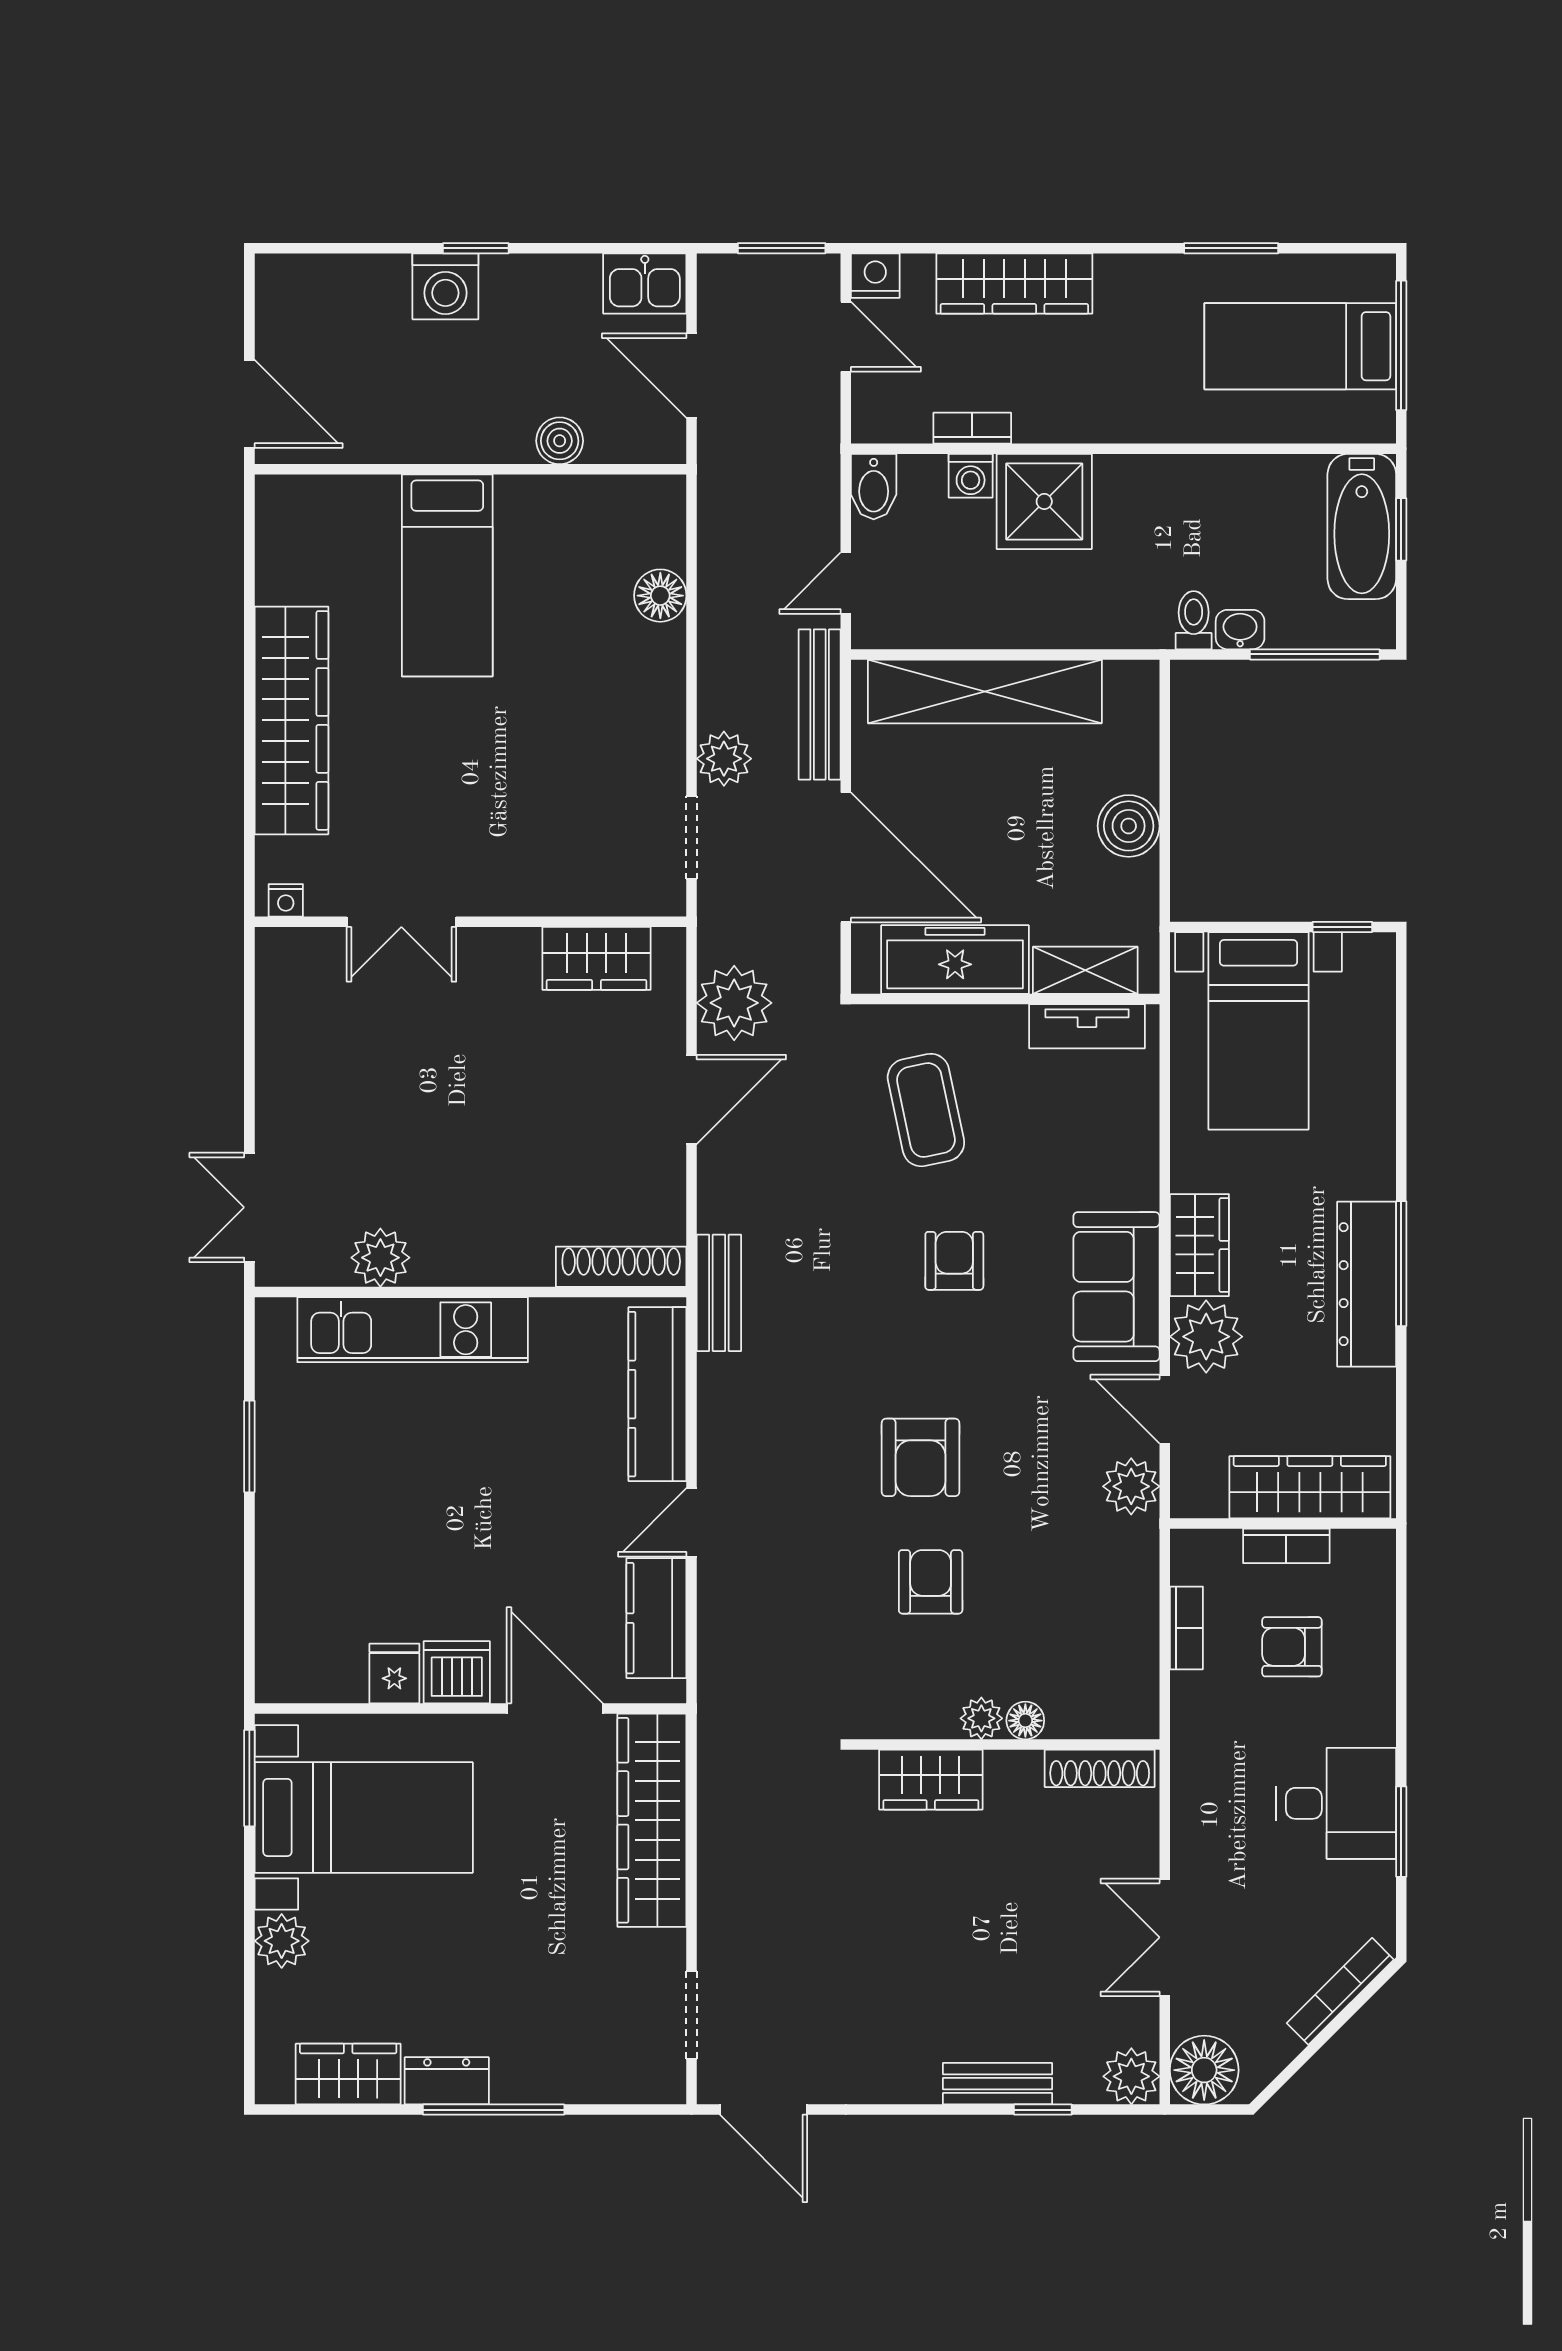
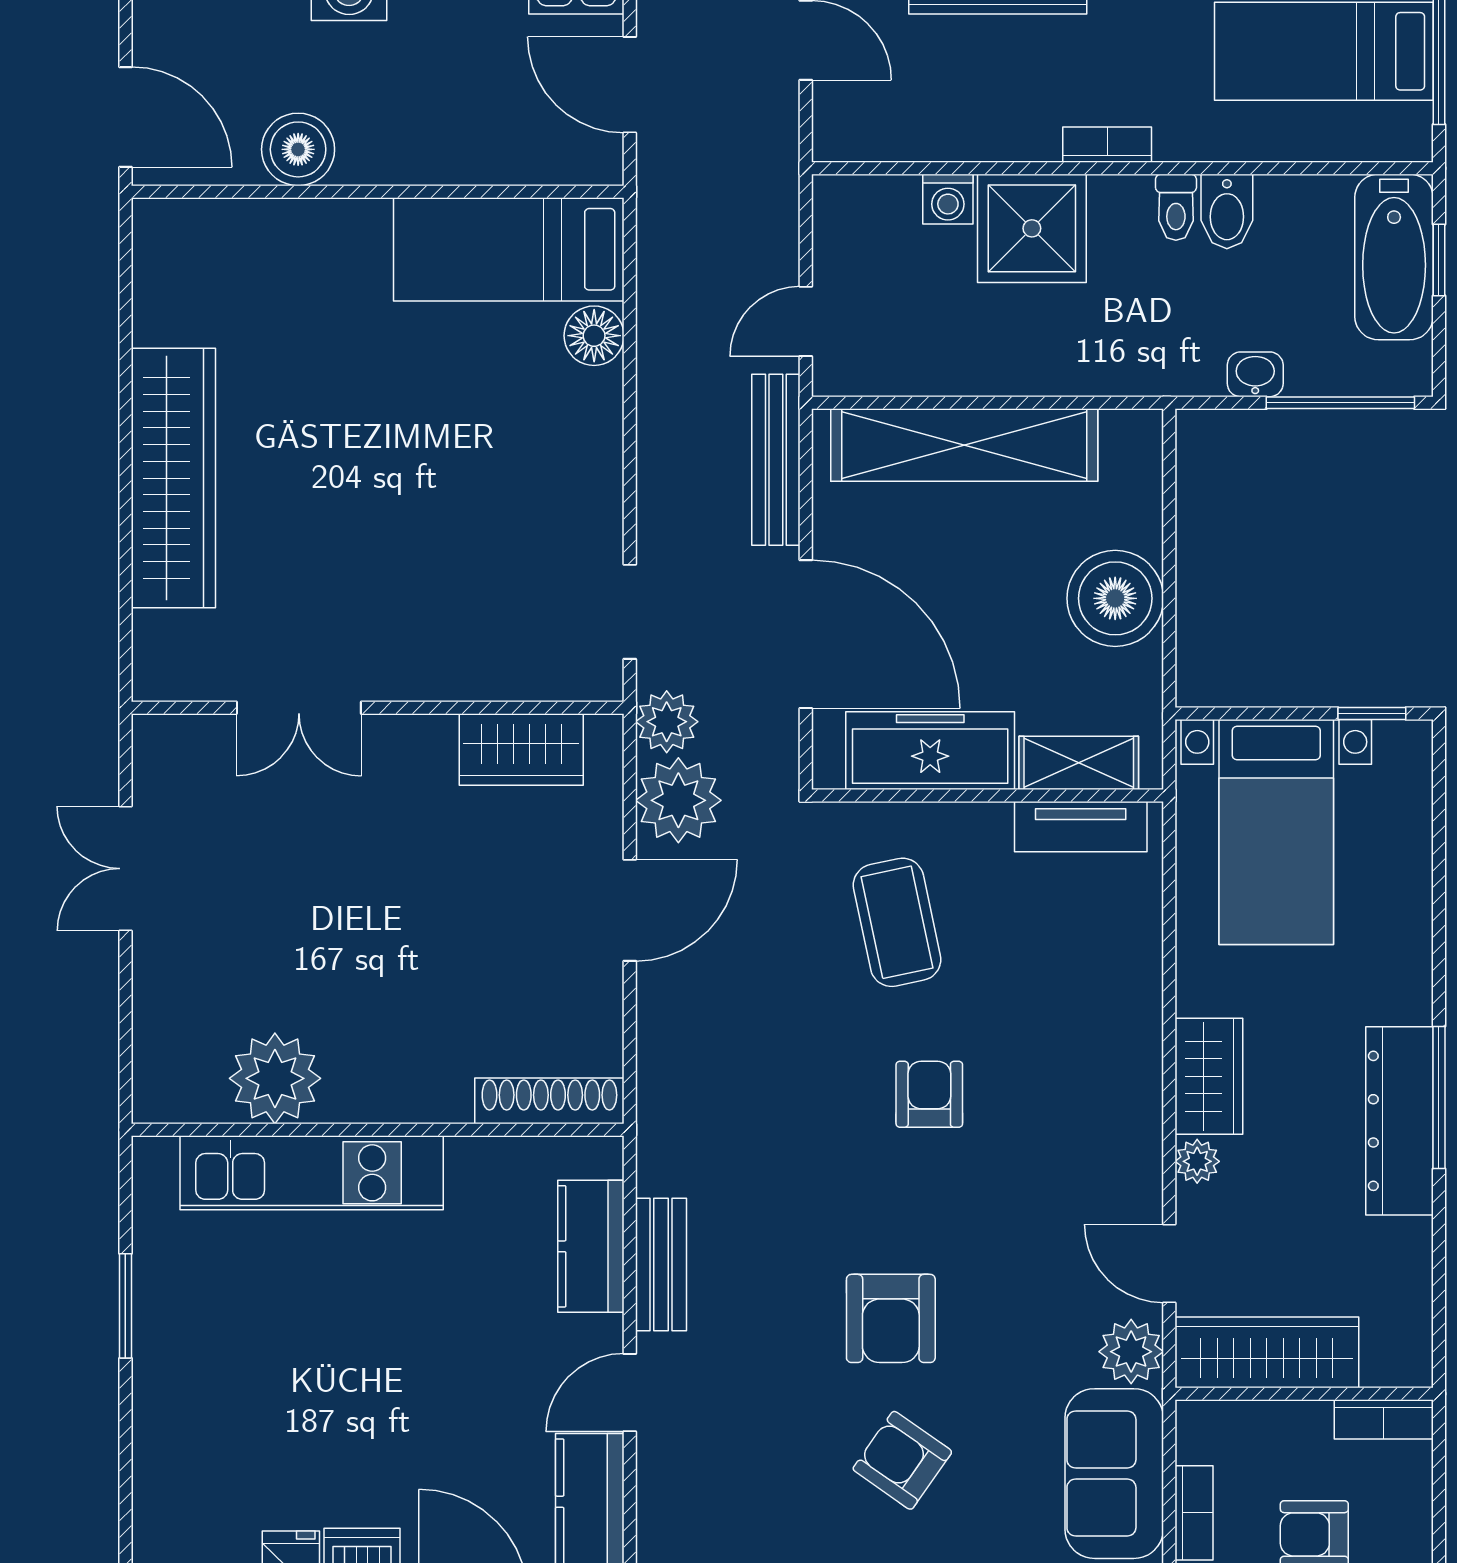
bookcase: (972, 428) -> (1107, 145), moved
boiler: (560, 441) -> (298, 149), moved, width x1.36, depth x1.36
bidet: (874, 487) -> (1227, 211), moved
bed: (447, 575) -> (509, 249), moved, turned 90
toilet: (1194, 620) -> (1176, 207), moved, turned 180
plant: (724, 759) -> (667, 722), moved
boiler: (1129, 826) -> (1115, 598), width x1.37, depth x1.37
nightstand: (286, 900) -> (167, 683), removed
double door: (249, 1207) -> (125, 869), moved
plant: (380, 1258) -> (275, 1078), width x1.36, depth x1.36
sofa: (1116, 1287) -> (1114, 1474), moved
bench: (719, 1293) -> (661, 1264), moved
plant: (1206, 1337) -> (1197, 1161), width x0.53, depth x0.53
kitchen counter: (657, 1394) -> (591, 1246), width x0.67
wardrobe: (1310, 1487) -> (1267, 1352), moved
bookcase: (1286, 1546) -> (1384, 1419), moved
armchair: (931, 1582) -> (902, 1460), turned -55

